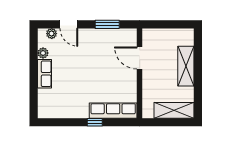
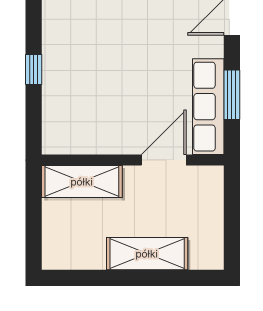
shelving: (174, 110) -> (82, 182), moved, turned 90
row of seats: (113, 111) -> (208, 107), moved, turned 180

